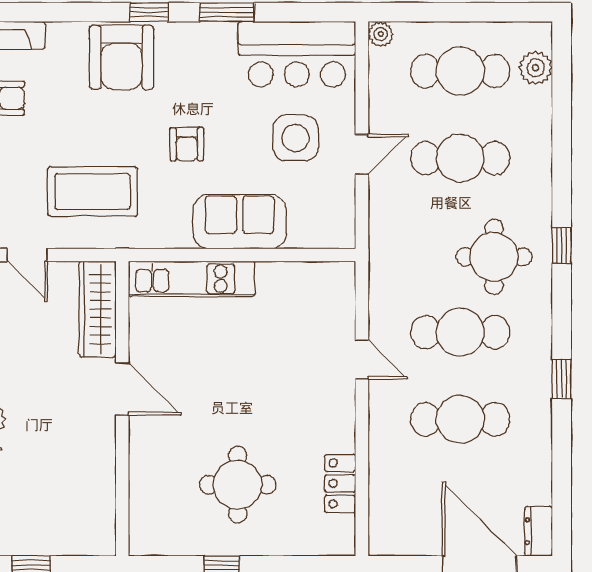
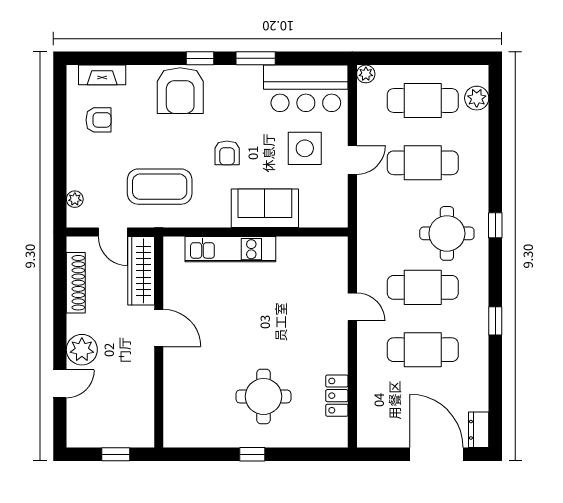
wardrobe: (98, 309) -> (141, 271), moved
door: (122, 389) -> (159, 328), moved
wall: (122, 409) -> (159, 342), moved

